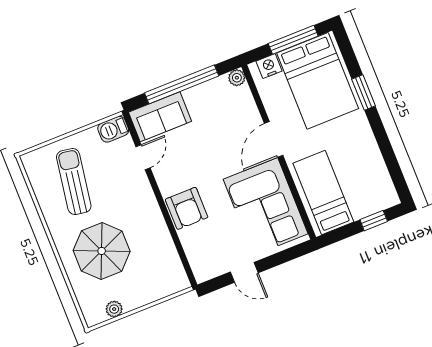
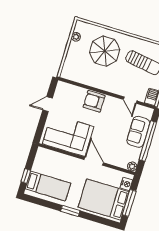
window: (364, 92) -> (70, 211), moved
sofa: (160, 117) -> (138, 132), moved
bed: (323, 193) -> (48, 186), moved

